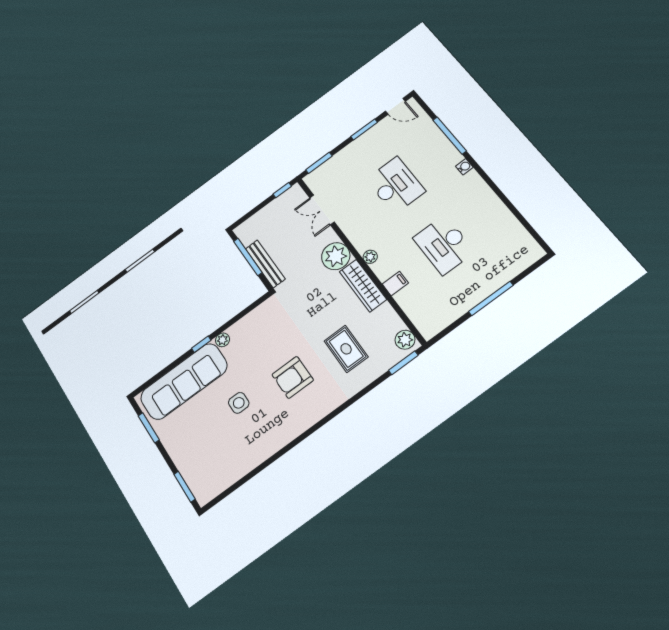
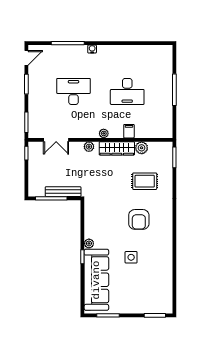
plant: (336, 256) -> (89, 147), width x0.53, depth x0.53
plant: (405, 340) -> (142, 148), moved

